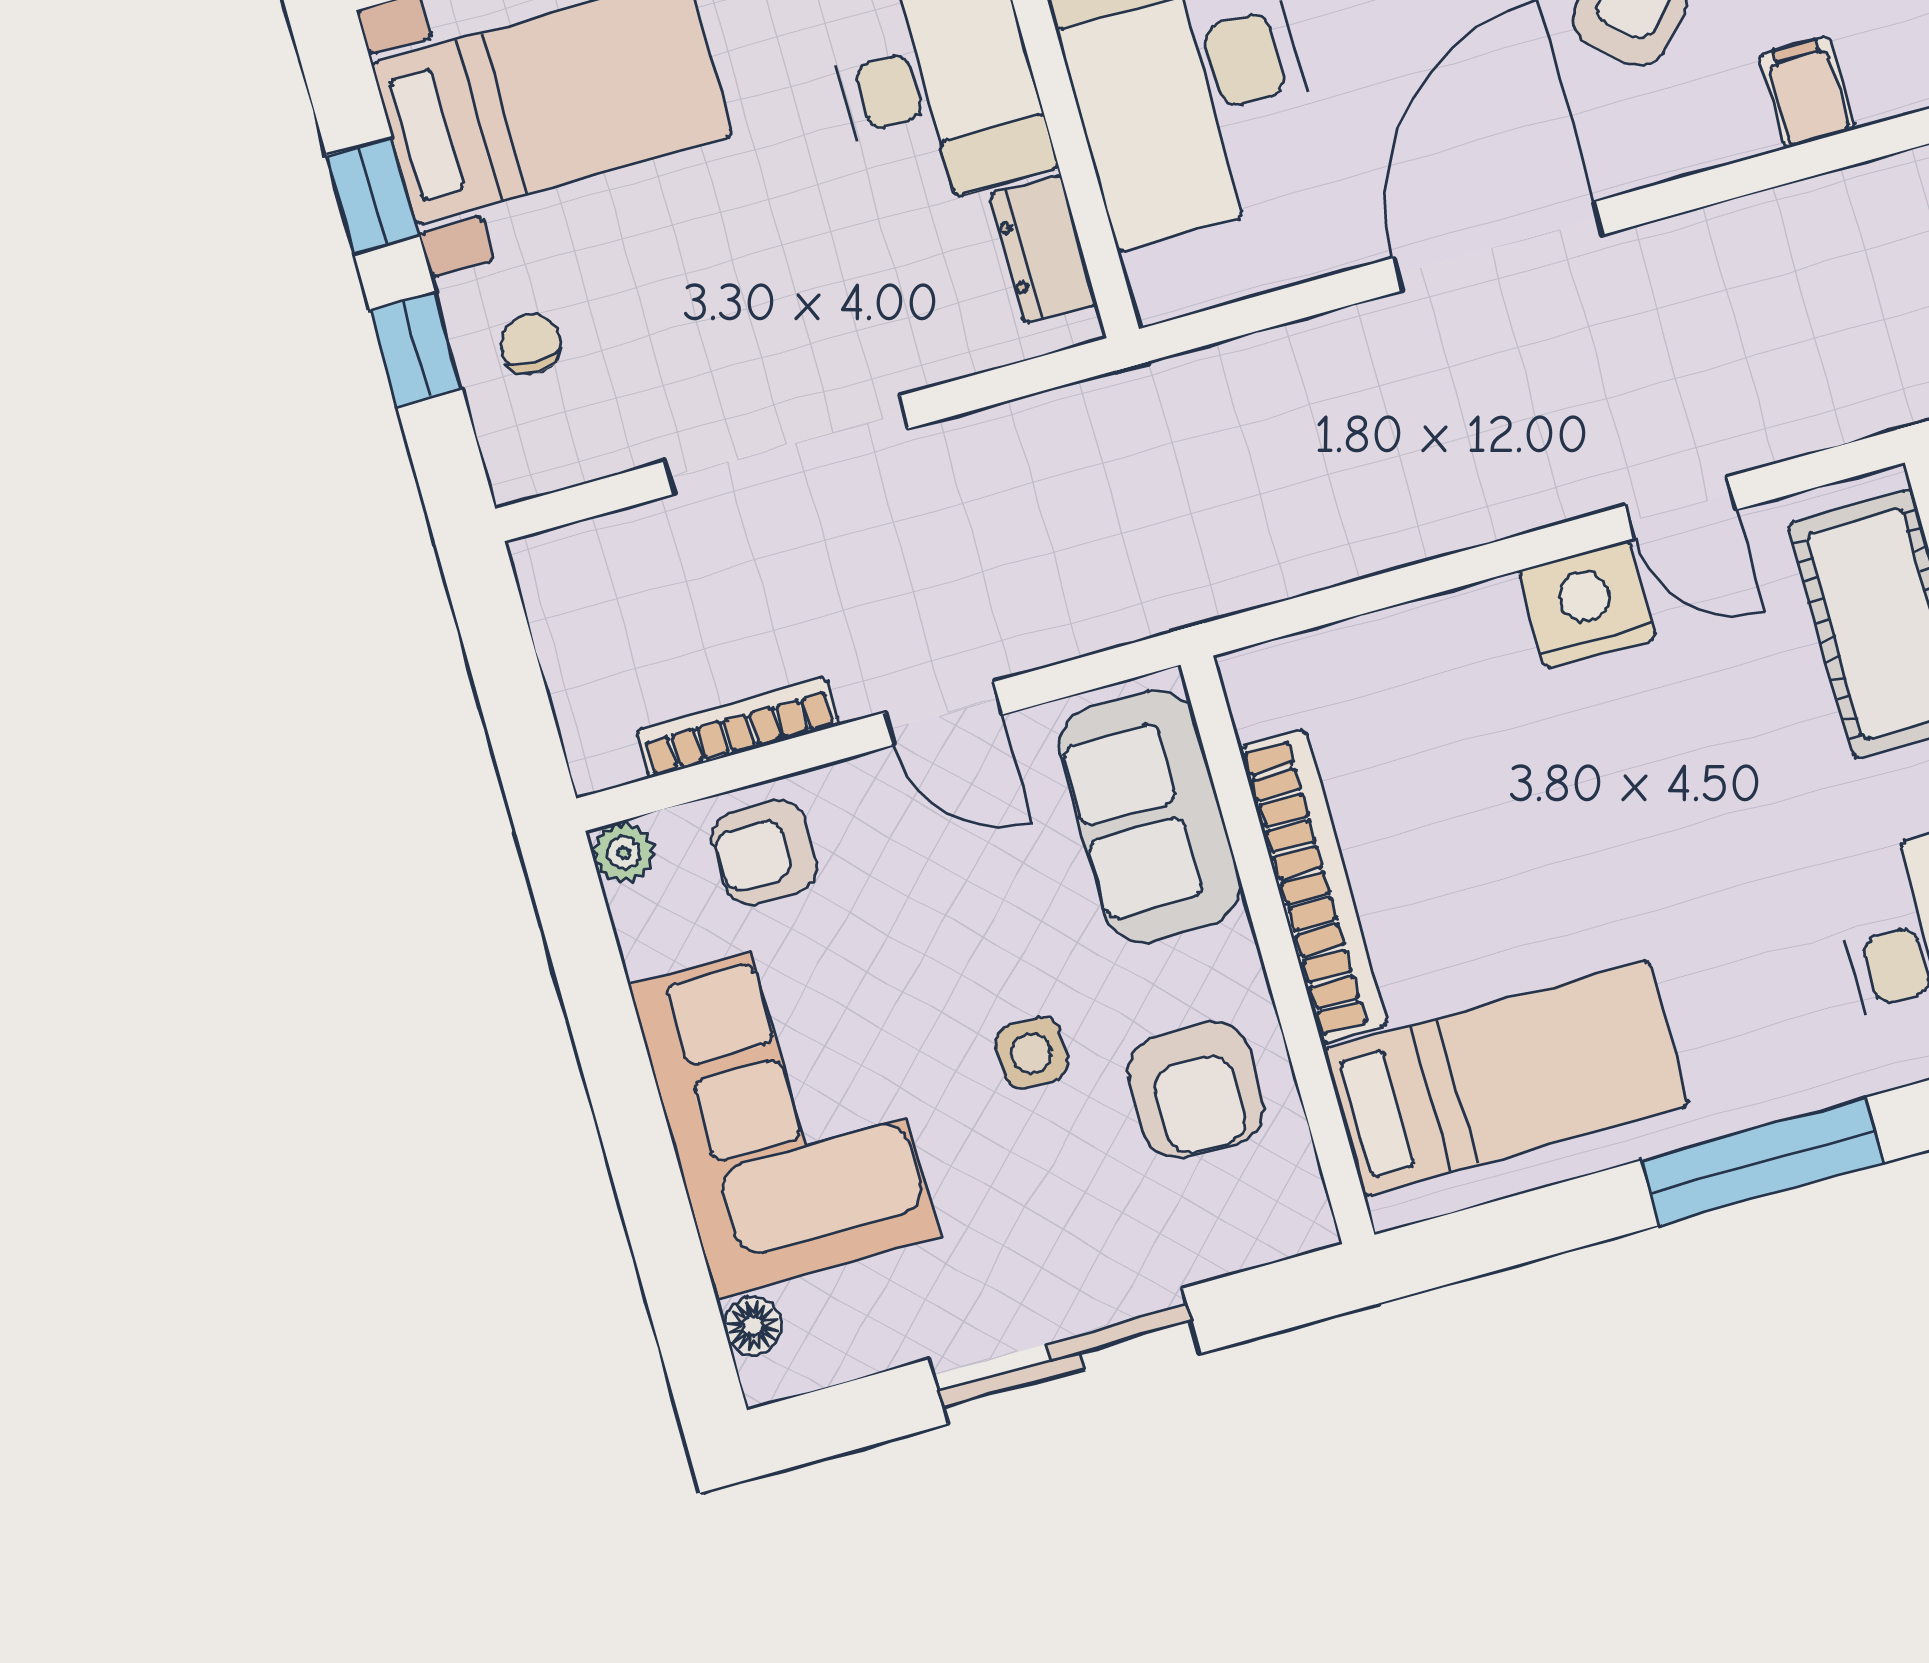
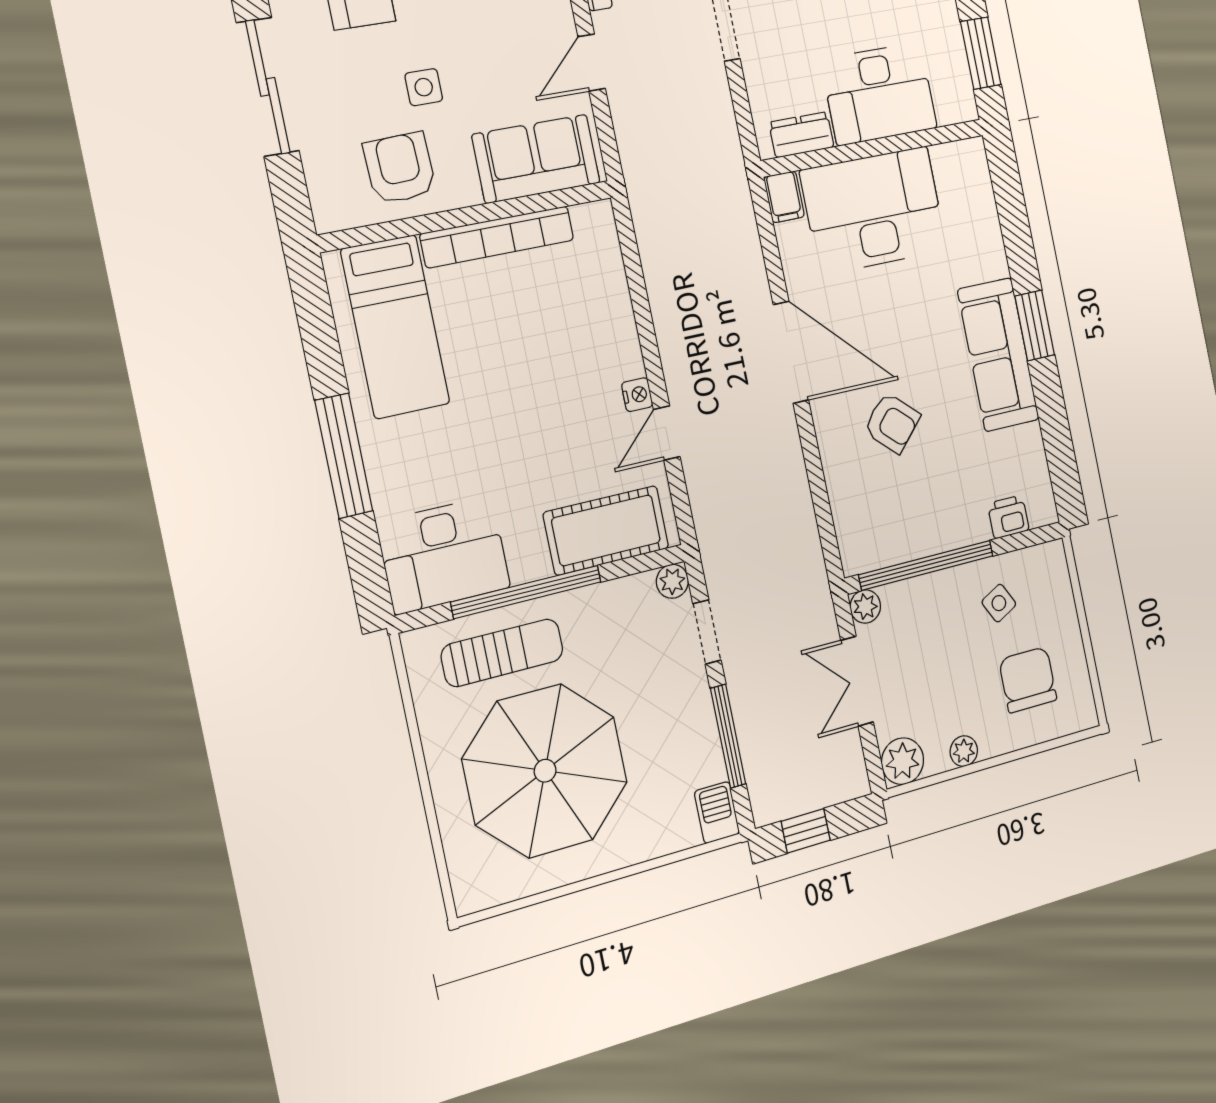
filing cabinet: (1807, 92) -> (784, 197), moved, turned 90
nightstand: (1587, 605) -> (637, 395), width x0.53, depth x0.56
armchair: (1196, 1090) -> (400, 168), turned 88

